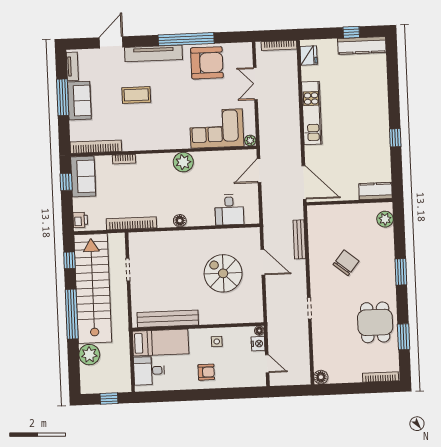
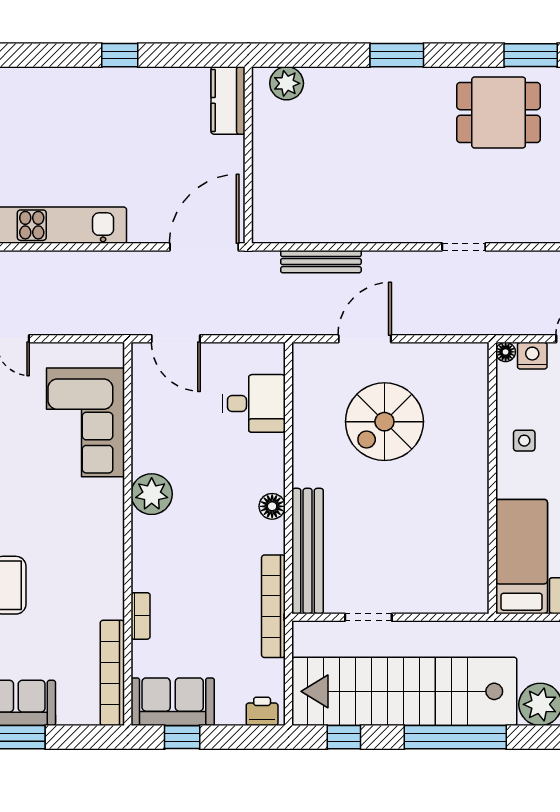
plant: (250, 141) -> (113, 354), removed
chair: (346, 263) -> (373, 167), removed
bench: (168, 319) -> (308, 551), moved

